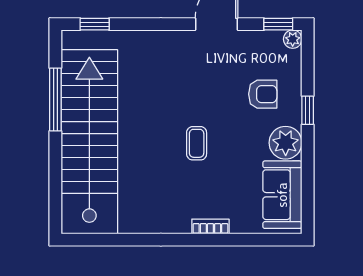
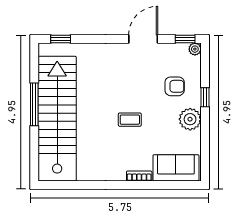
window: (55, 99) -> (34, 104), moved
coffee table: (197, 143) -> (130, 120), turned 90
sofa: (282, 195) -> (176, 168), moved, turned 90

